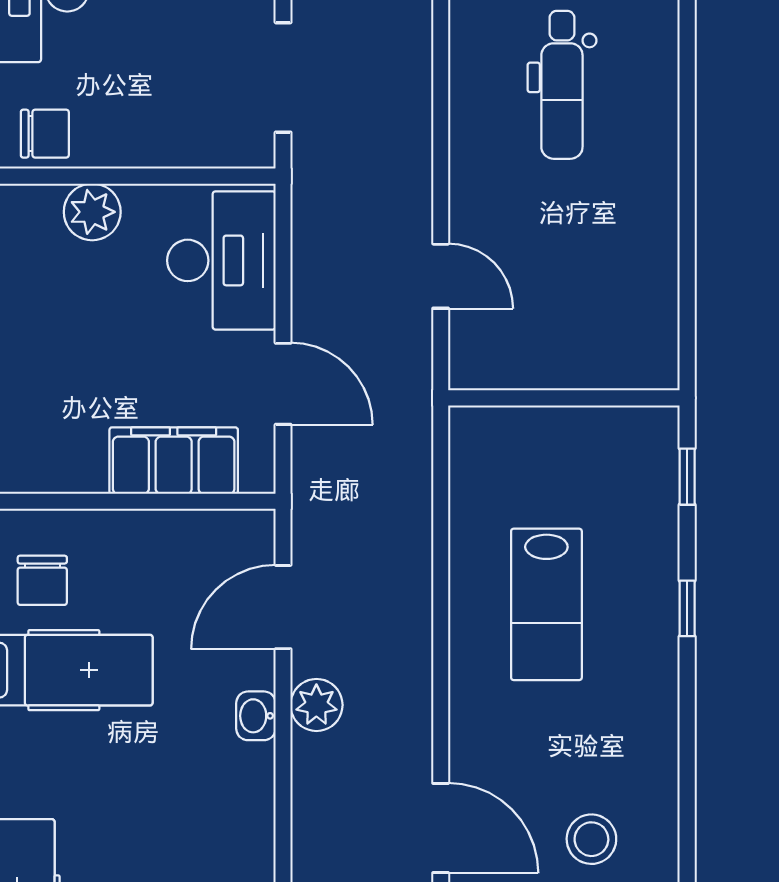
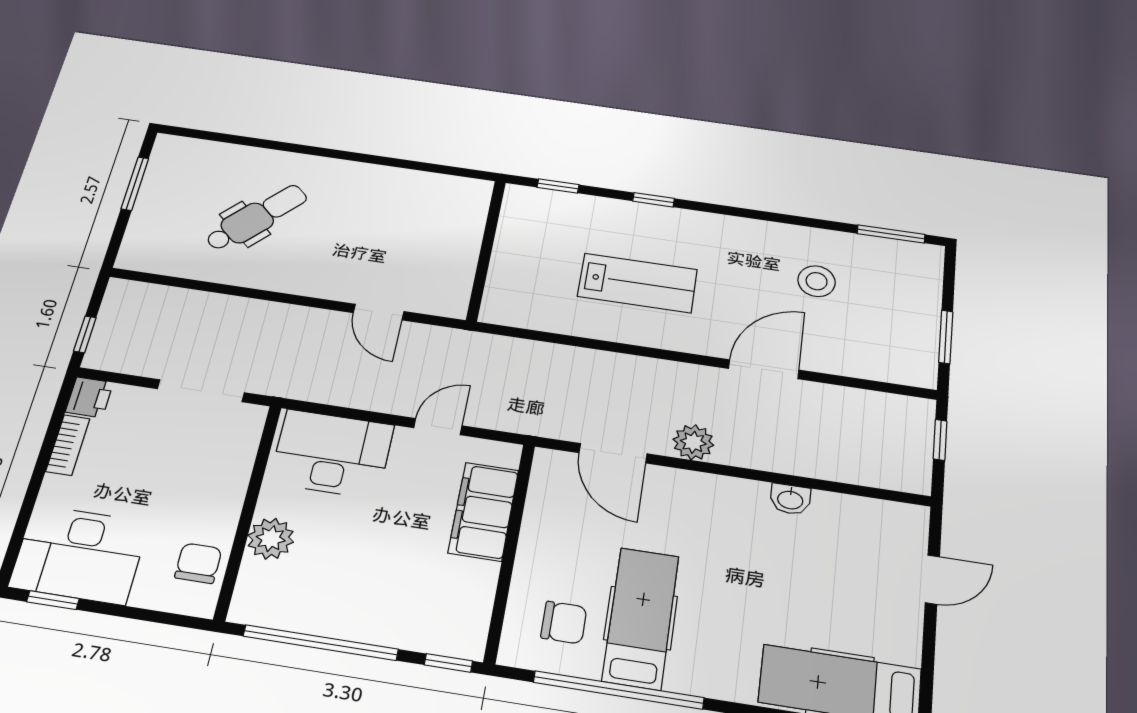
dental chair: (562, 85) -> (256, 218), turned -47
door: (441, 276) -> (379, 312), swing flipped
door: (283, 384) -> (438, 427), width x0.73
washbasin: (256, 716) -> (790, 499), moved
door: (441, 828) -> (764, 369), moved

